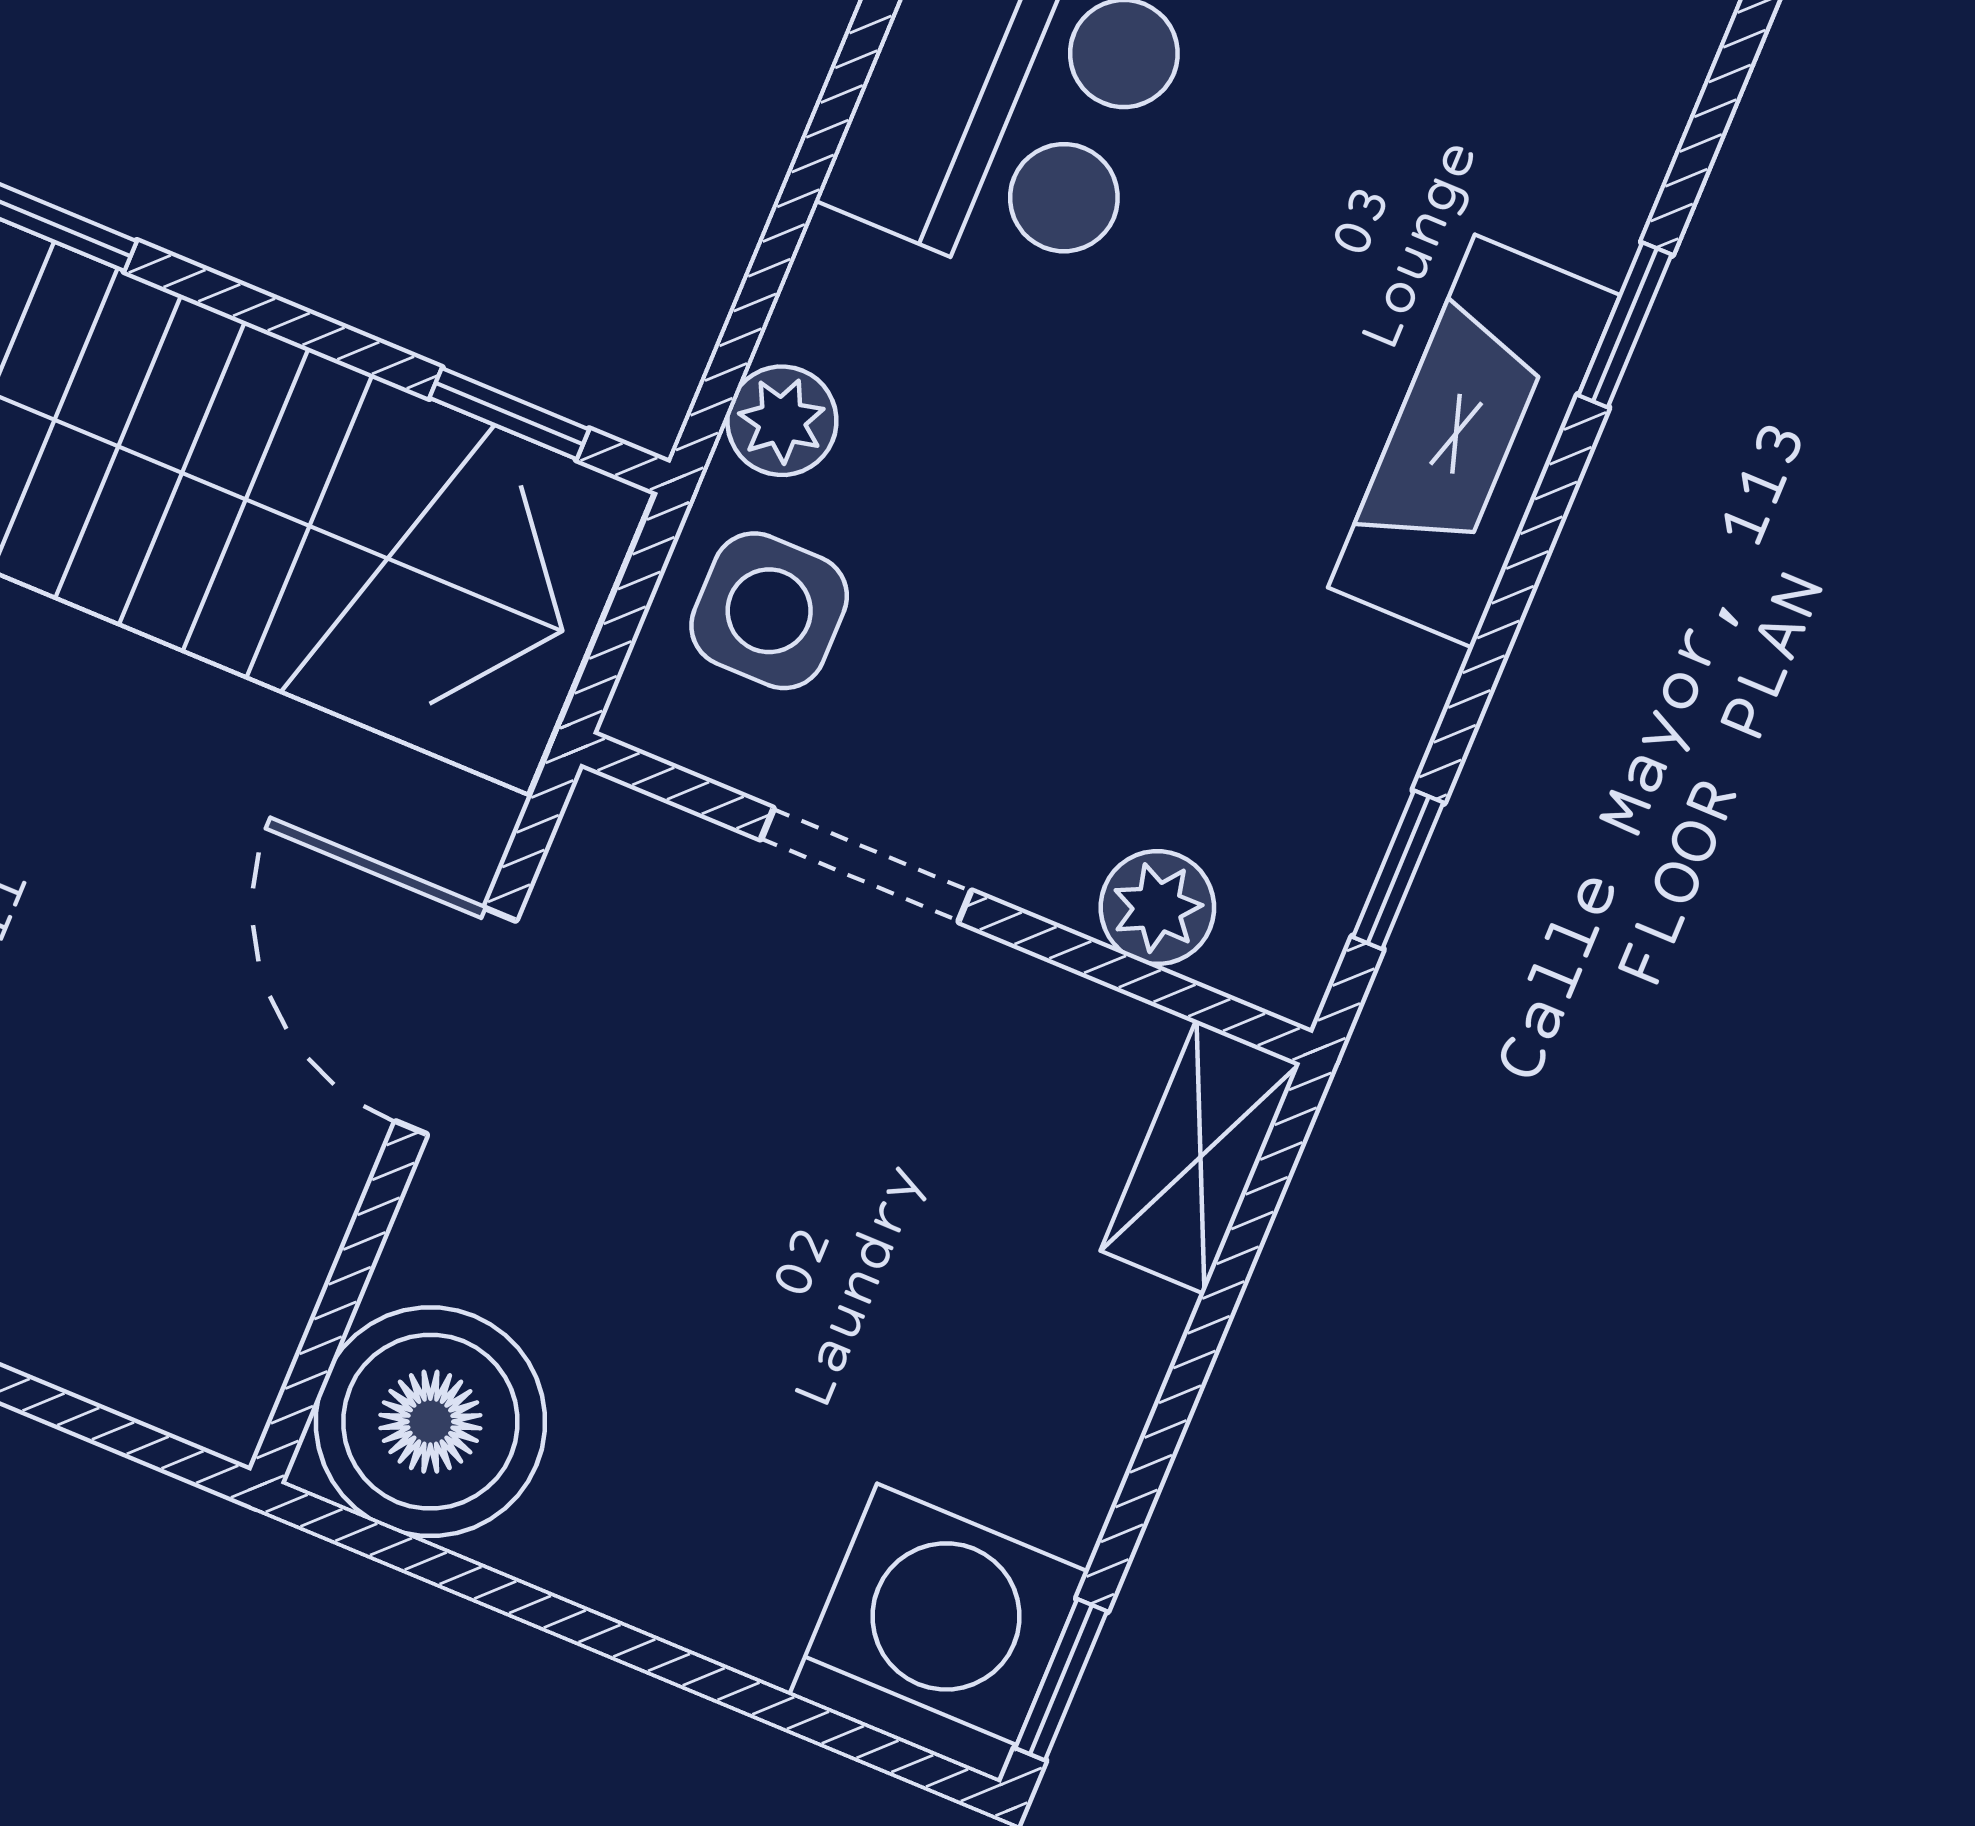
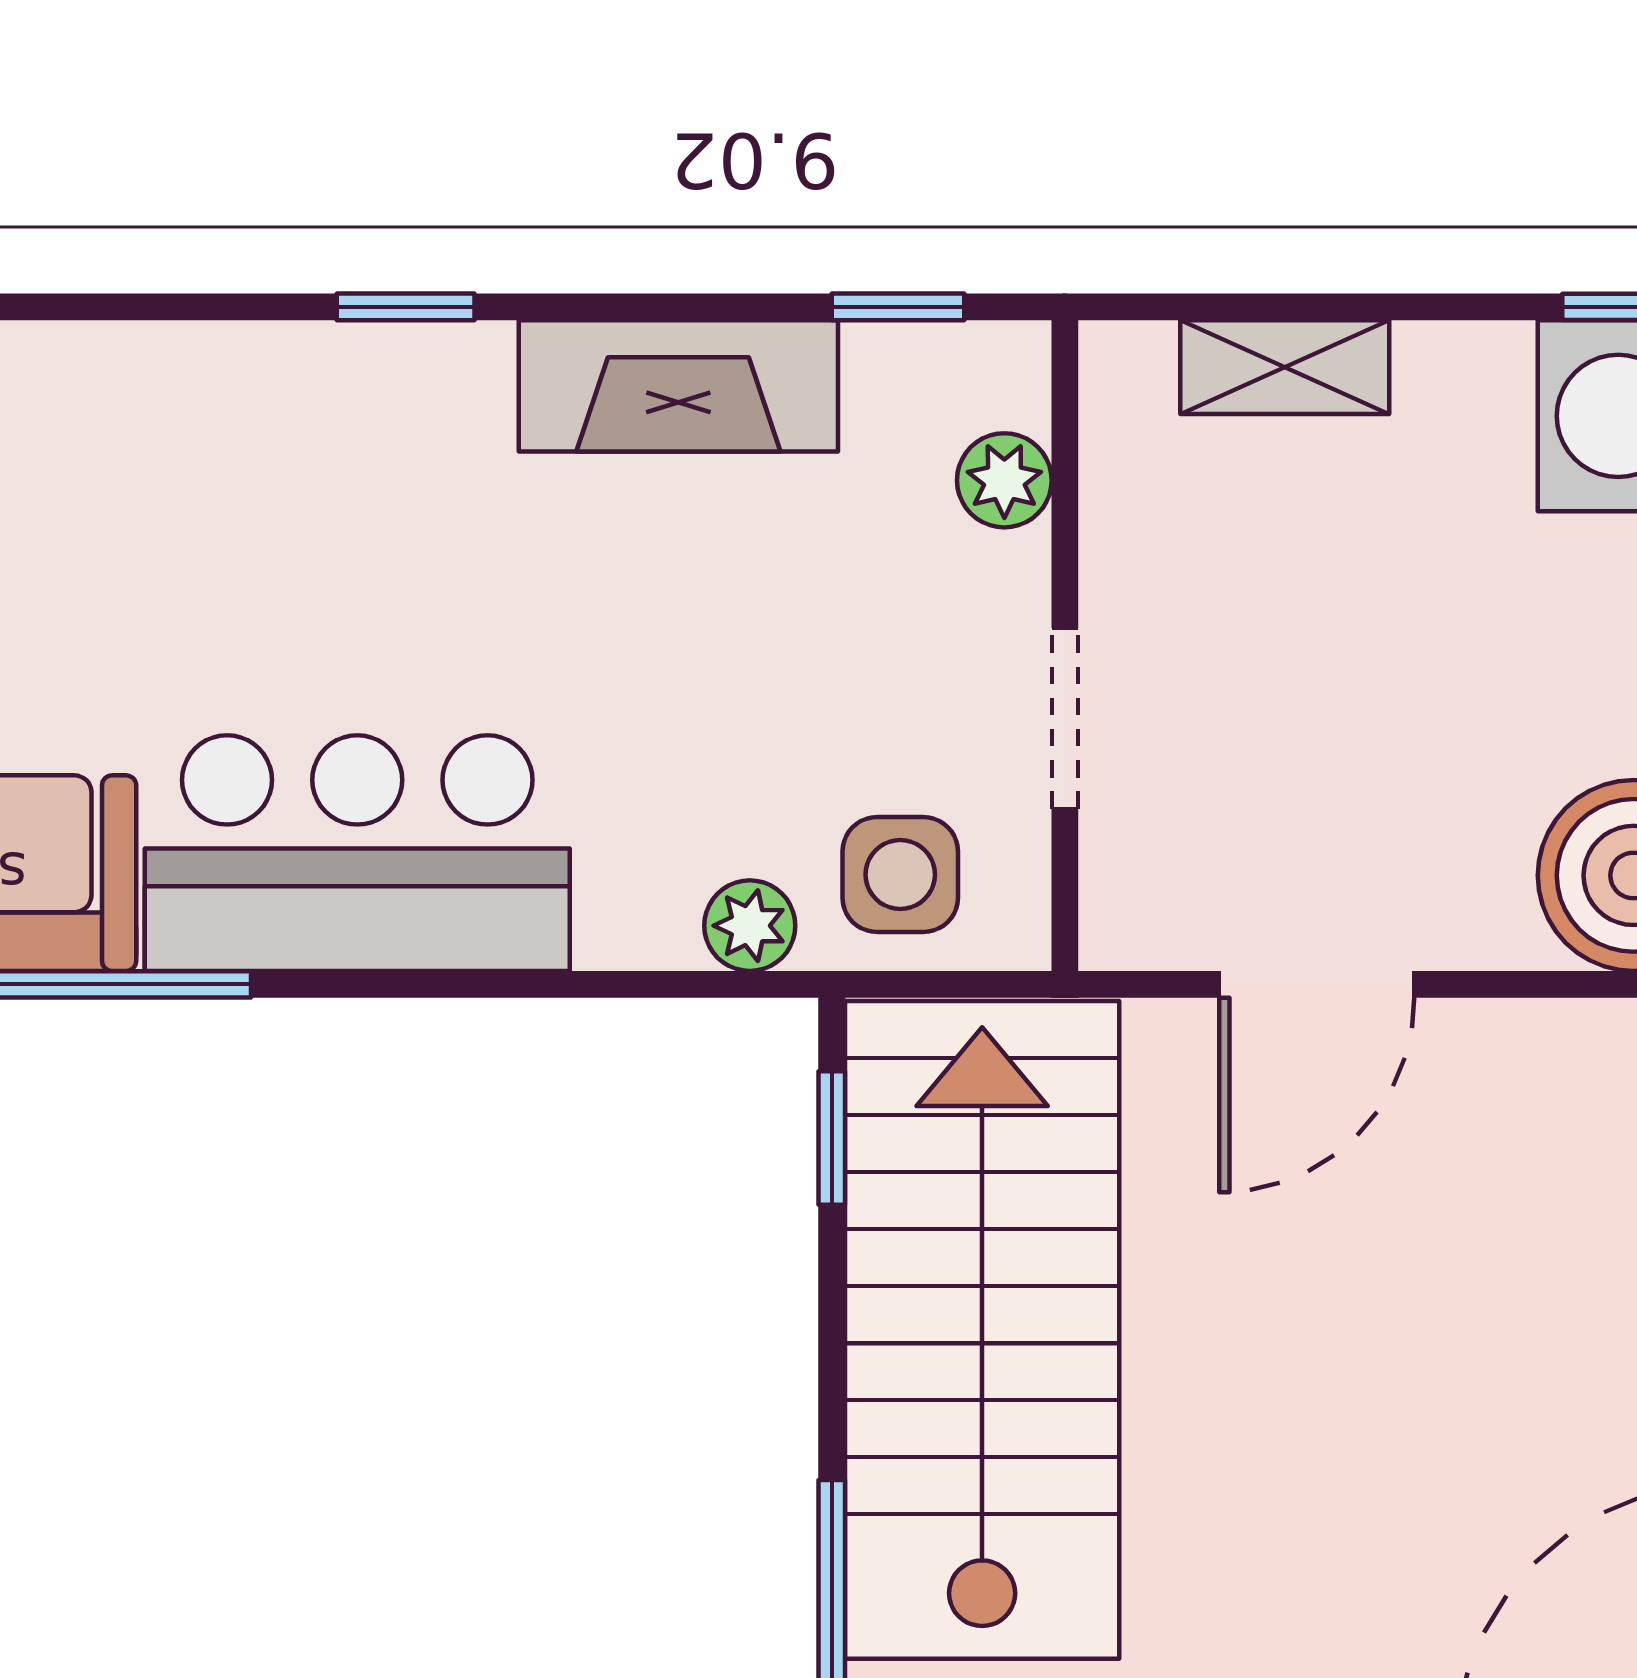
fireplace: (1474, 441) -> (678, 386), moved
shelving: (1200, 1157) -> (1285, 367), moved

